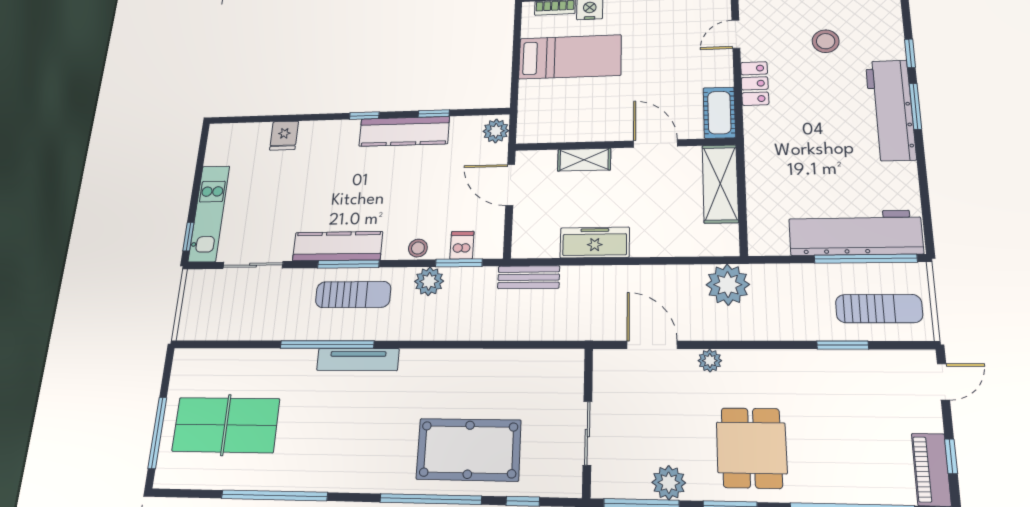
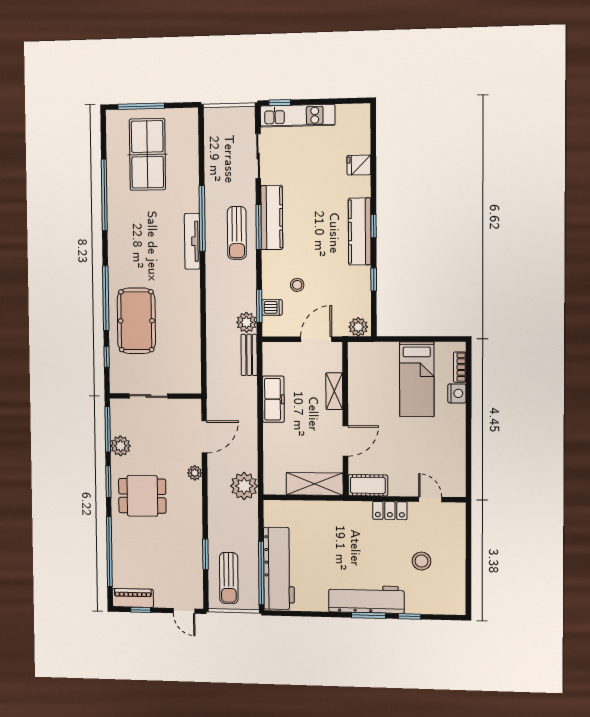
kitchen counter: (404, 131) -> (360, 231), moved
stool: (418, 248) -> (297, 285), moved
plant: (429, 281) -> (247, 322), moved

